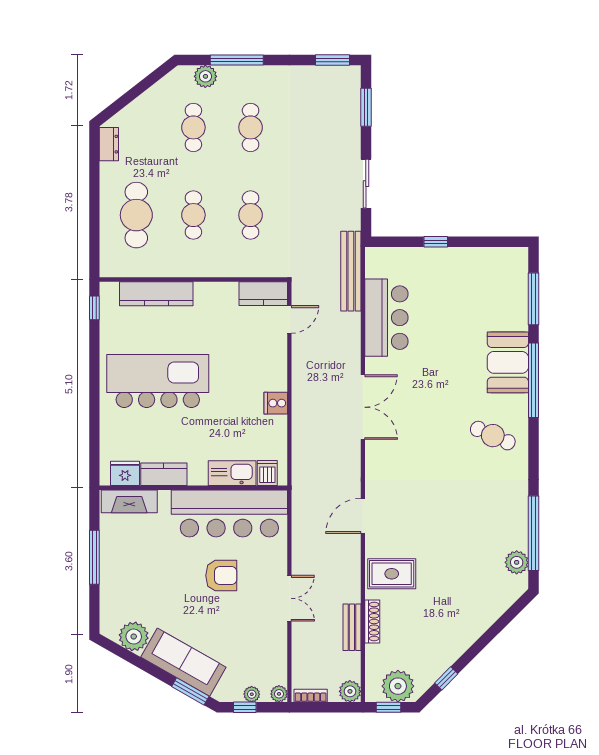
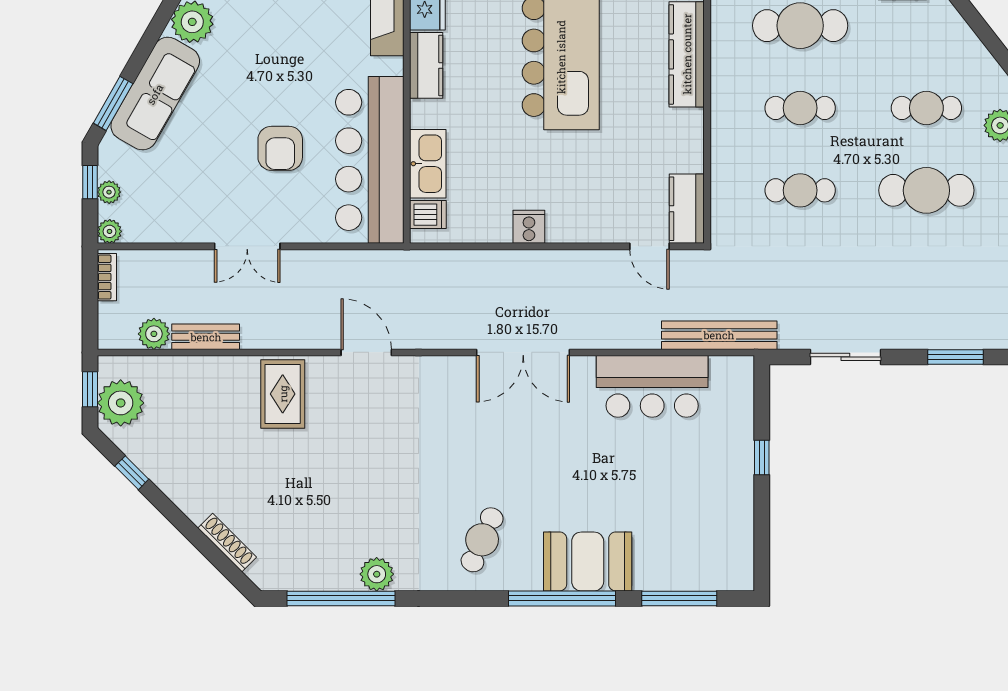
cafe table: (251, 127) -> (926, 190), width x1.37, depth x1.35
plant: (517, 562) -> (377, 574), moved
shoe rack: (372, 621) -> (227, 543), moved, turned -135
plant: (350, 691) -> (154, 334), moved

